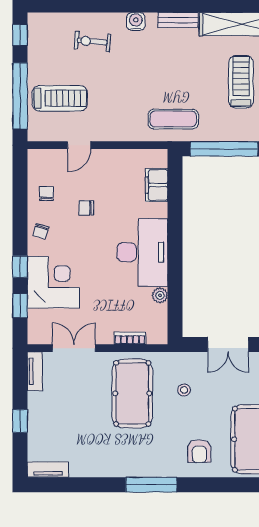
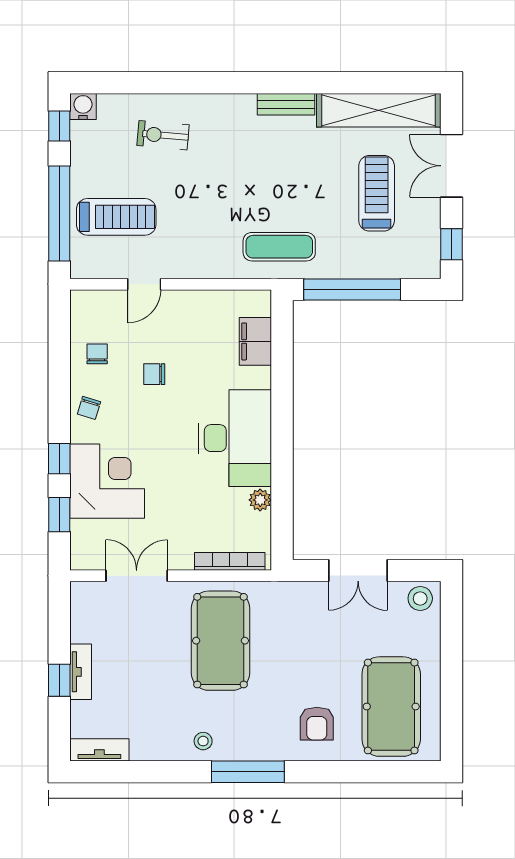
water cooler: (136, 21) -> (83, 107), moved
bookcase: (130, 338) -> (230, 561), width x1.56
tv unit: (35, 371) -> (81, 672), moved
stool: (184, 390) -> (203, 741), moved

